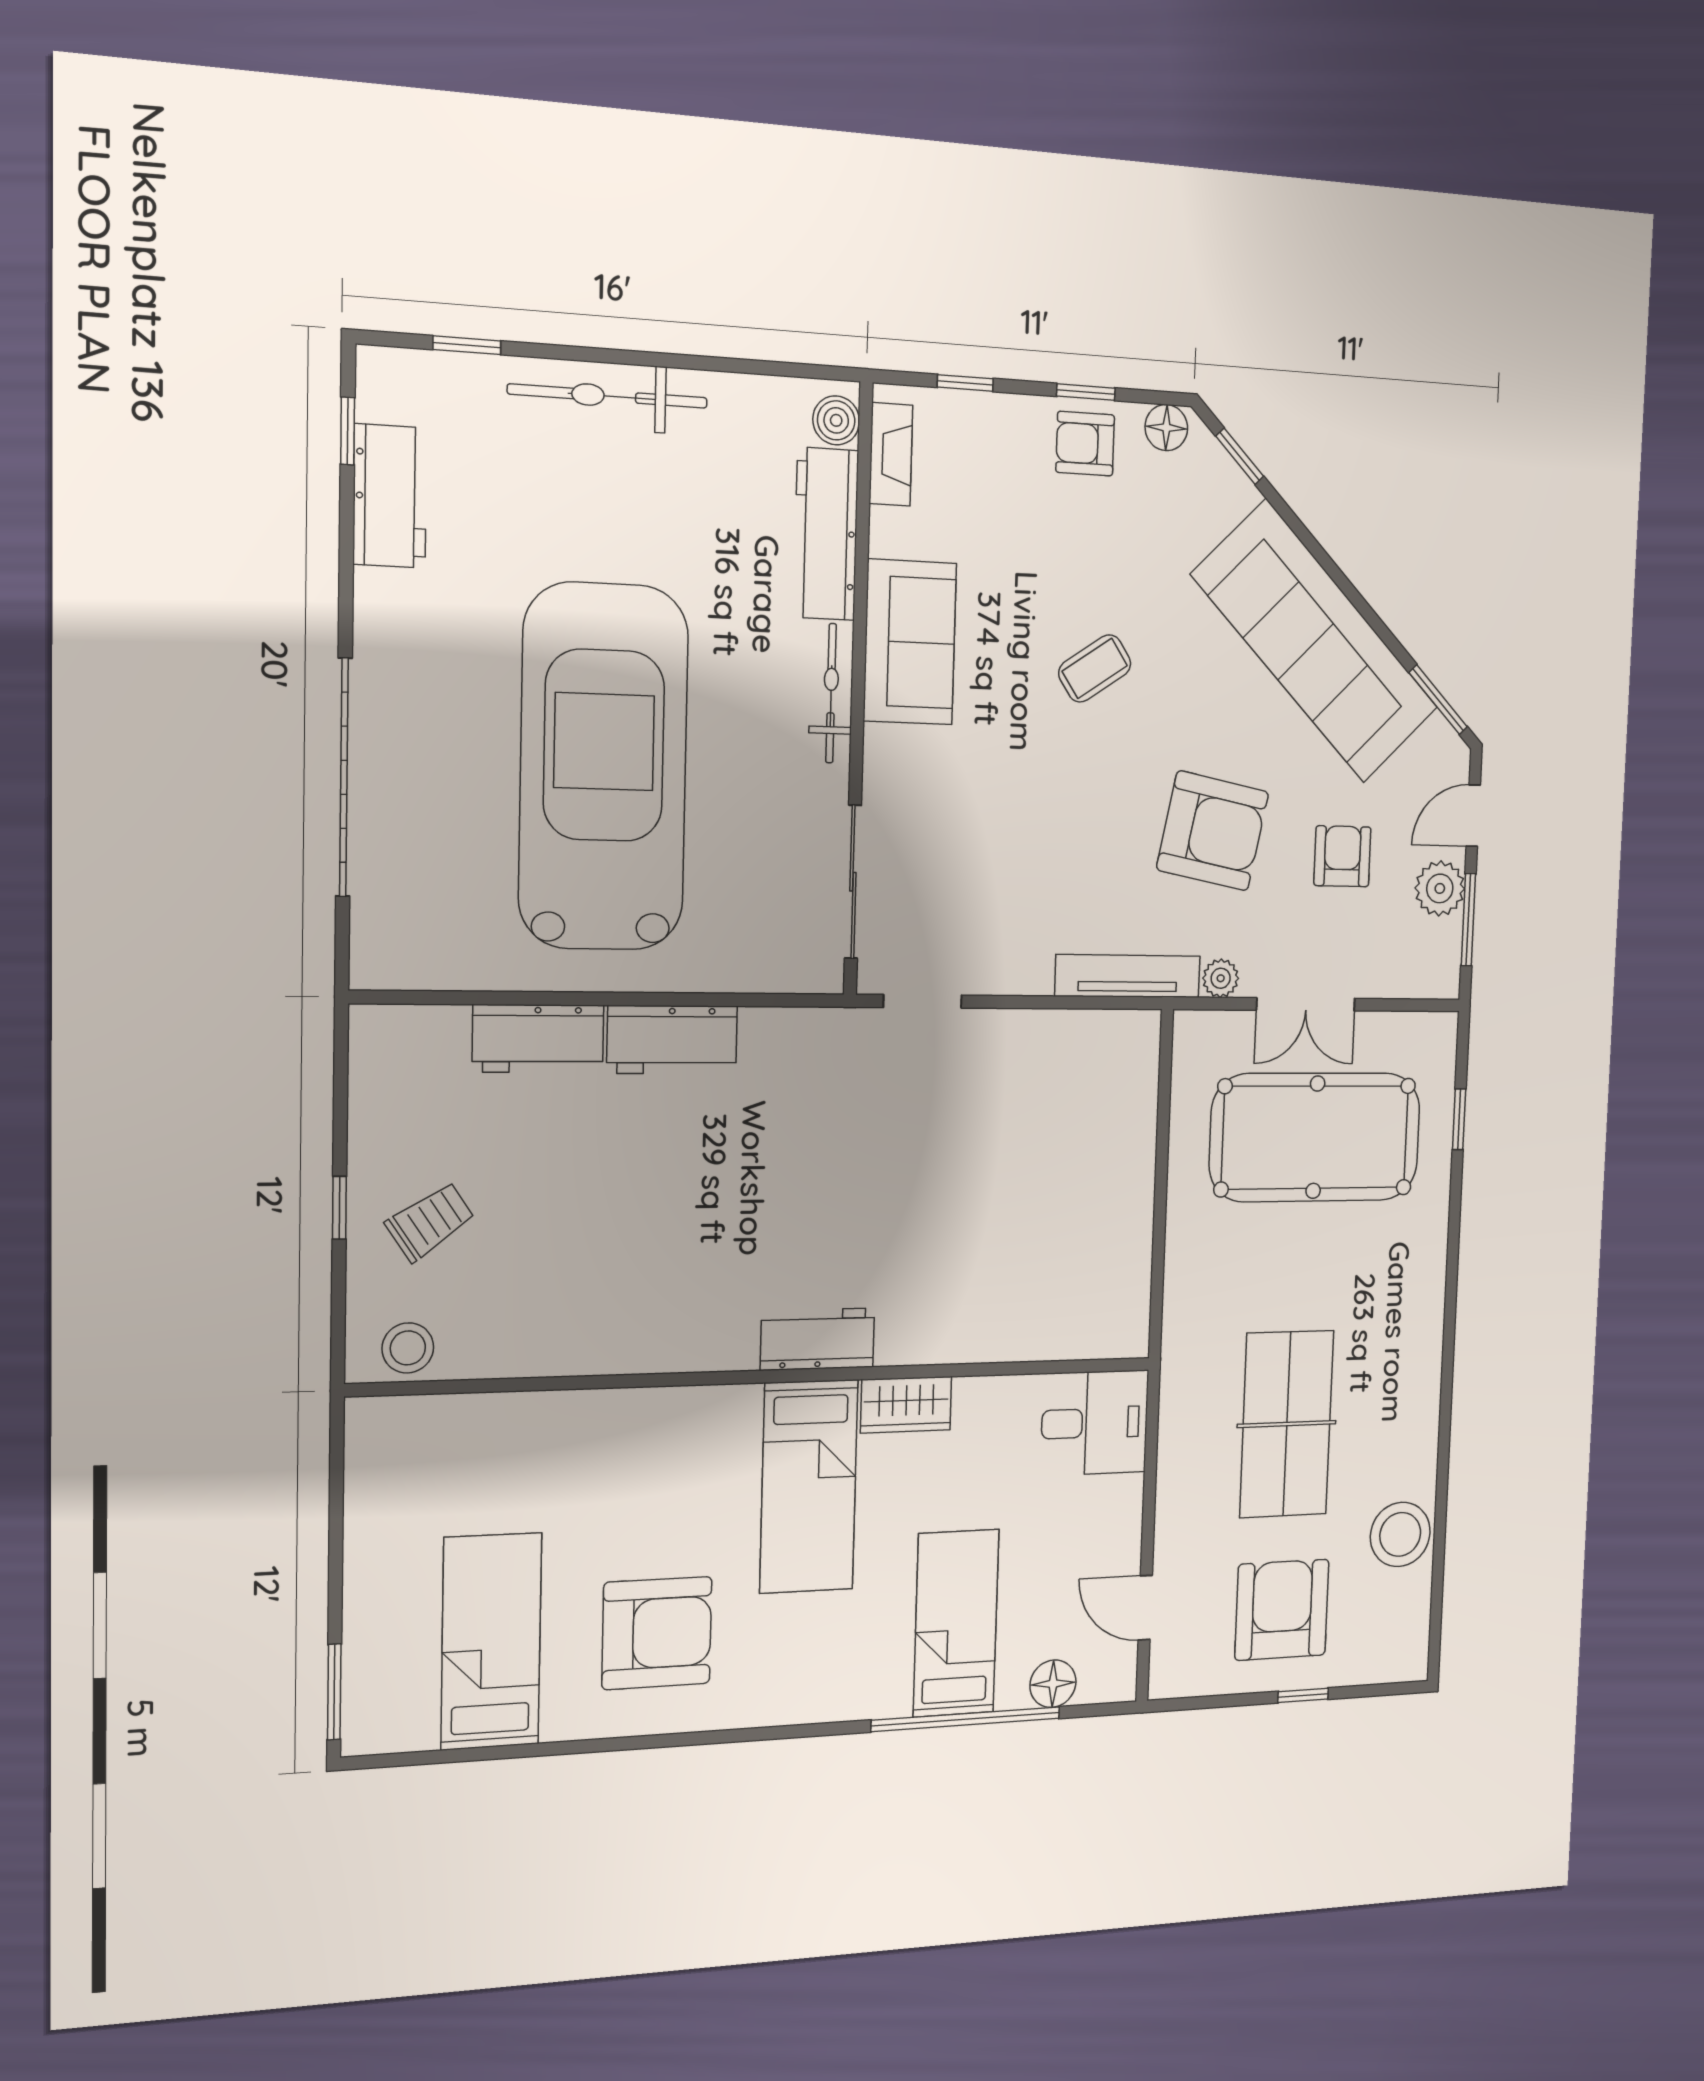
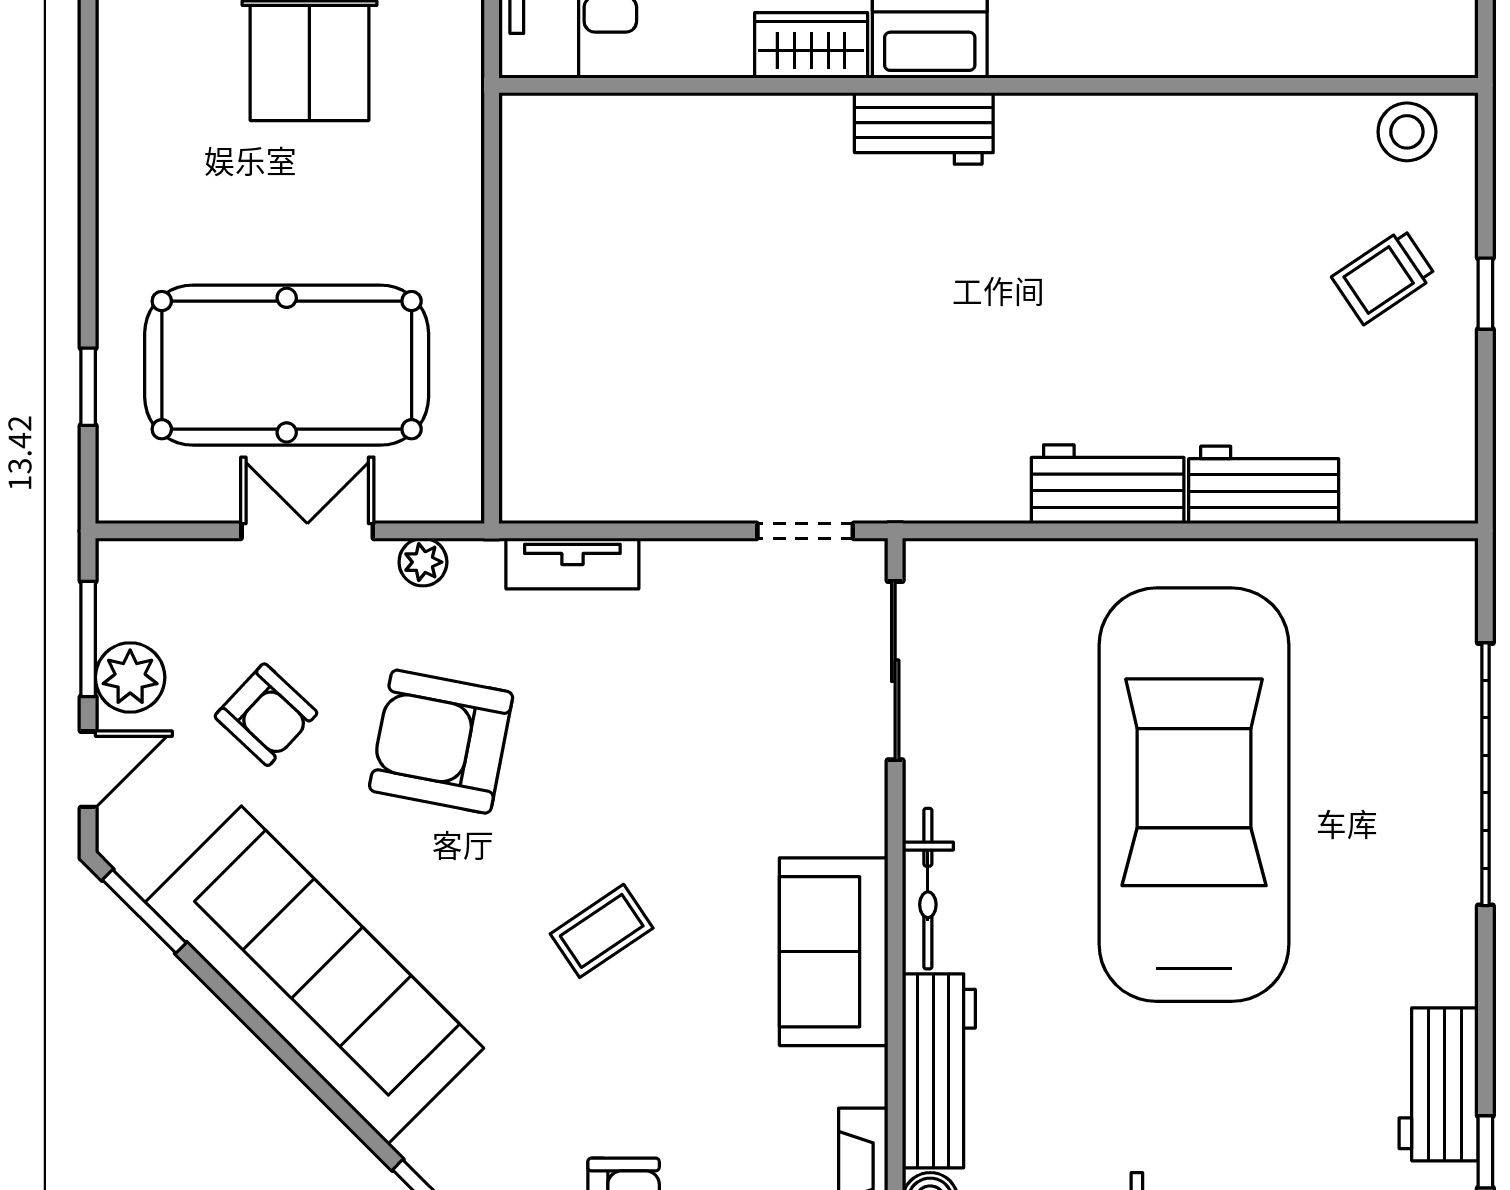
car: (604, 767) -> (1194, 795), turned 180
armchair: (1342, 856) -> (266, 715), turned -47
tv unit: (1128, 976) -> (572, 564), width x0.71

